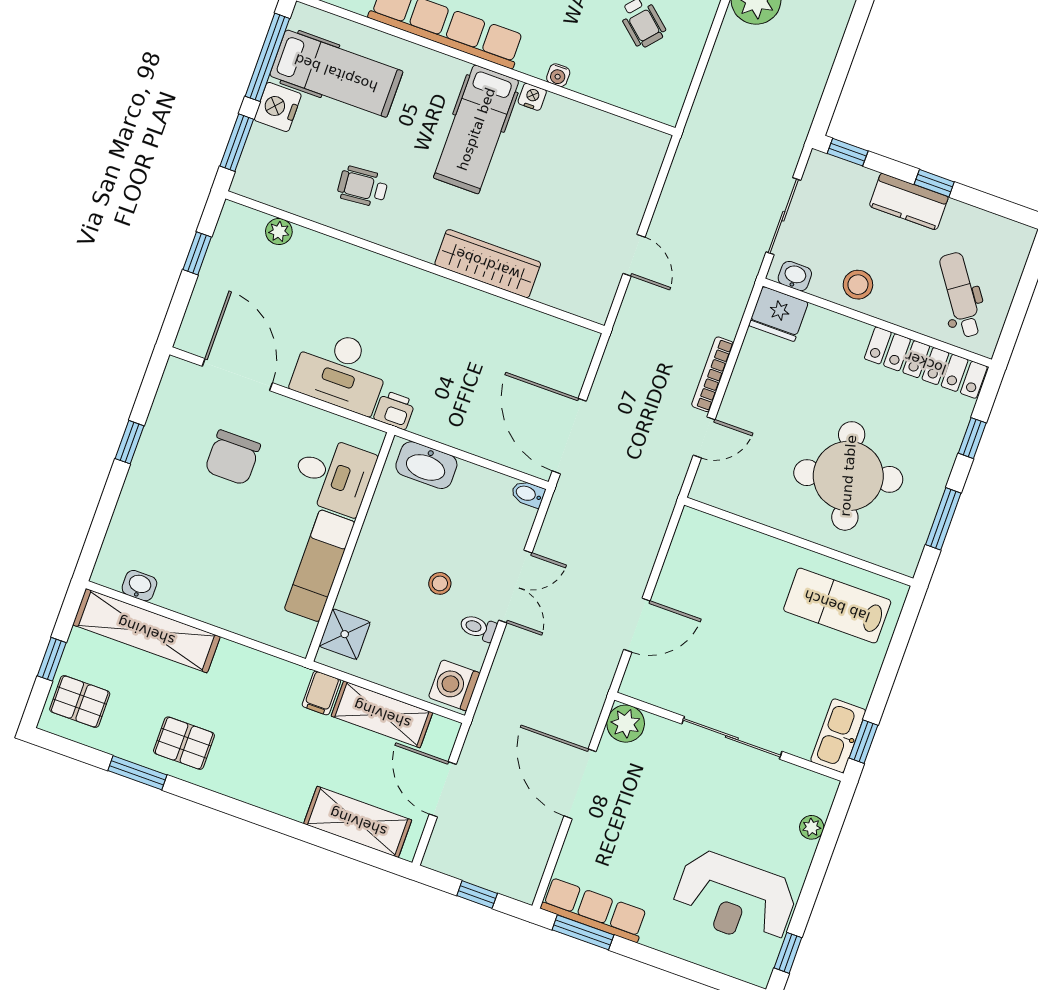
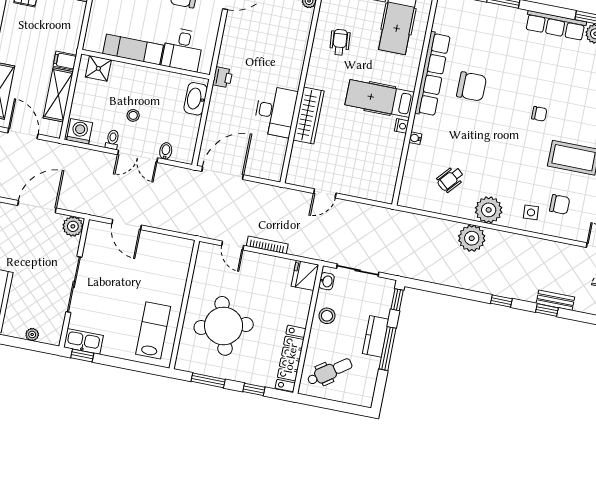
window: (934, 183) -> (388, 349), width x2.17
desk: (341, 371) -> (275, 111), moved, turned 180
bidet: (528, 494) -> (166, 151), moved
door: (443, 789) -> (23, 134), hinge flipped

